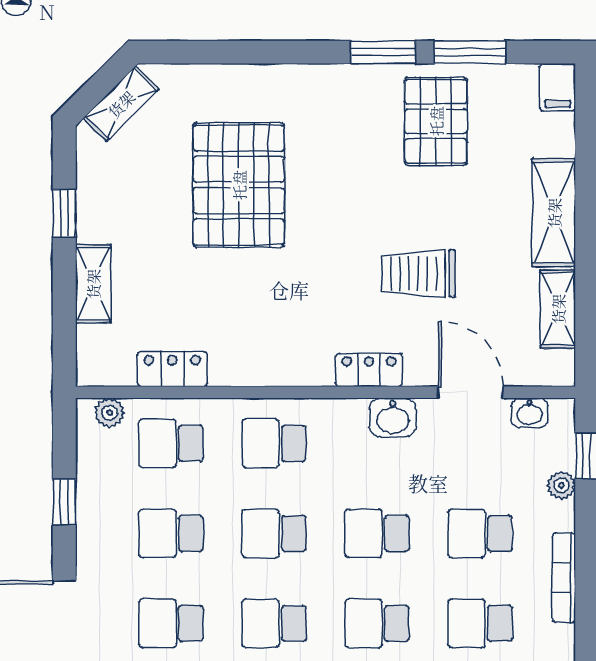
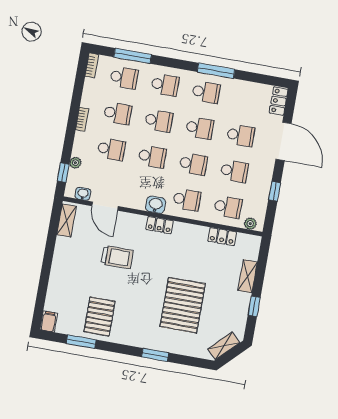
window: (383, 52) -> (155, 355), moved
shelving: (554, 213) -> (59, 272), removed
shelving: (558, 309) -> (67, 220), moved
locker: (369, 370) -> (160, 225), moved
washbasin: (393, 418) -> (156, 205), moved
bookcase: (564, 578) -> (82, 119), width x0.64

